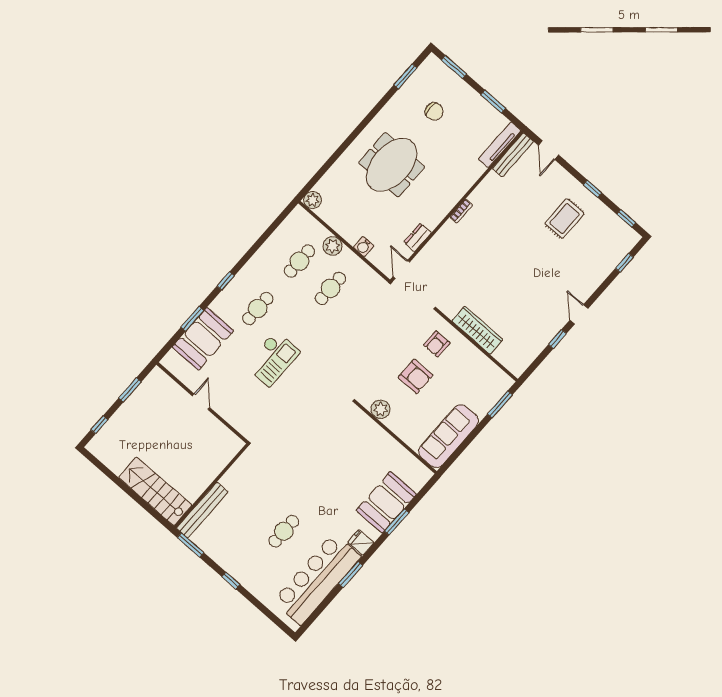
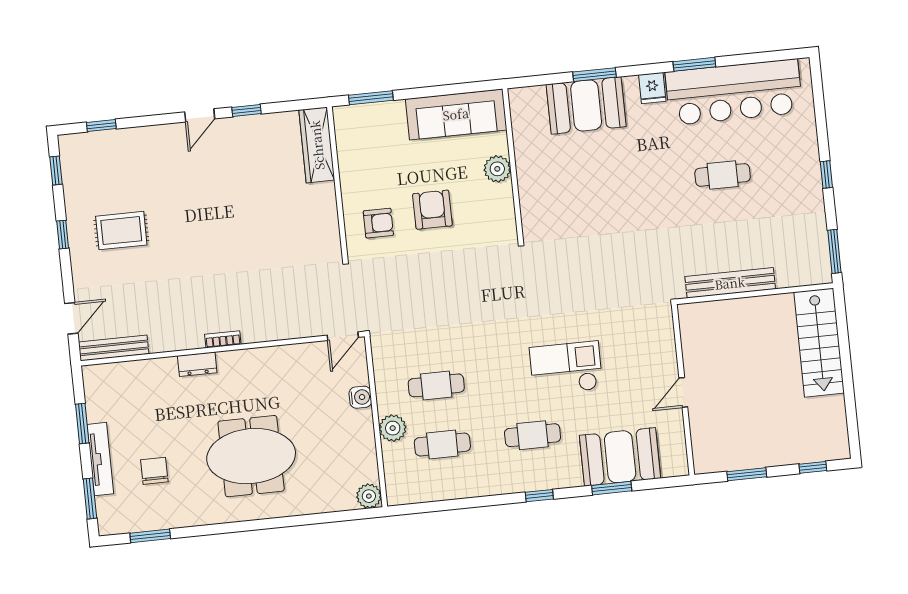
tv unit: (500, 145) -> (100, 459), moved, turned -90
dresser: (418, 237) -> (197, 364), moved
wardrobe: (477, 330) -> (317, 145), moved
plant: (380, 409) -> (497, 169), moved
bench: (202, 510) -> (730, 283), moved

